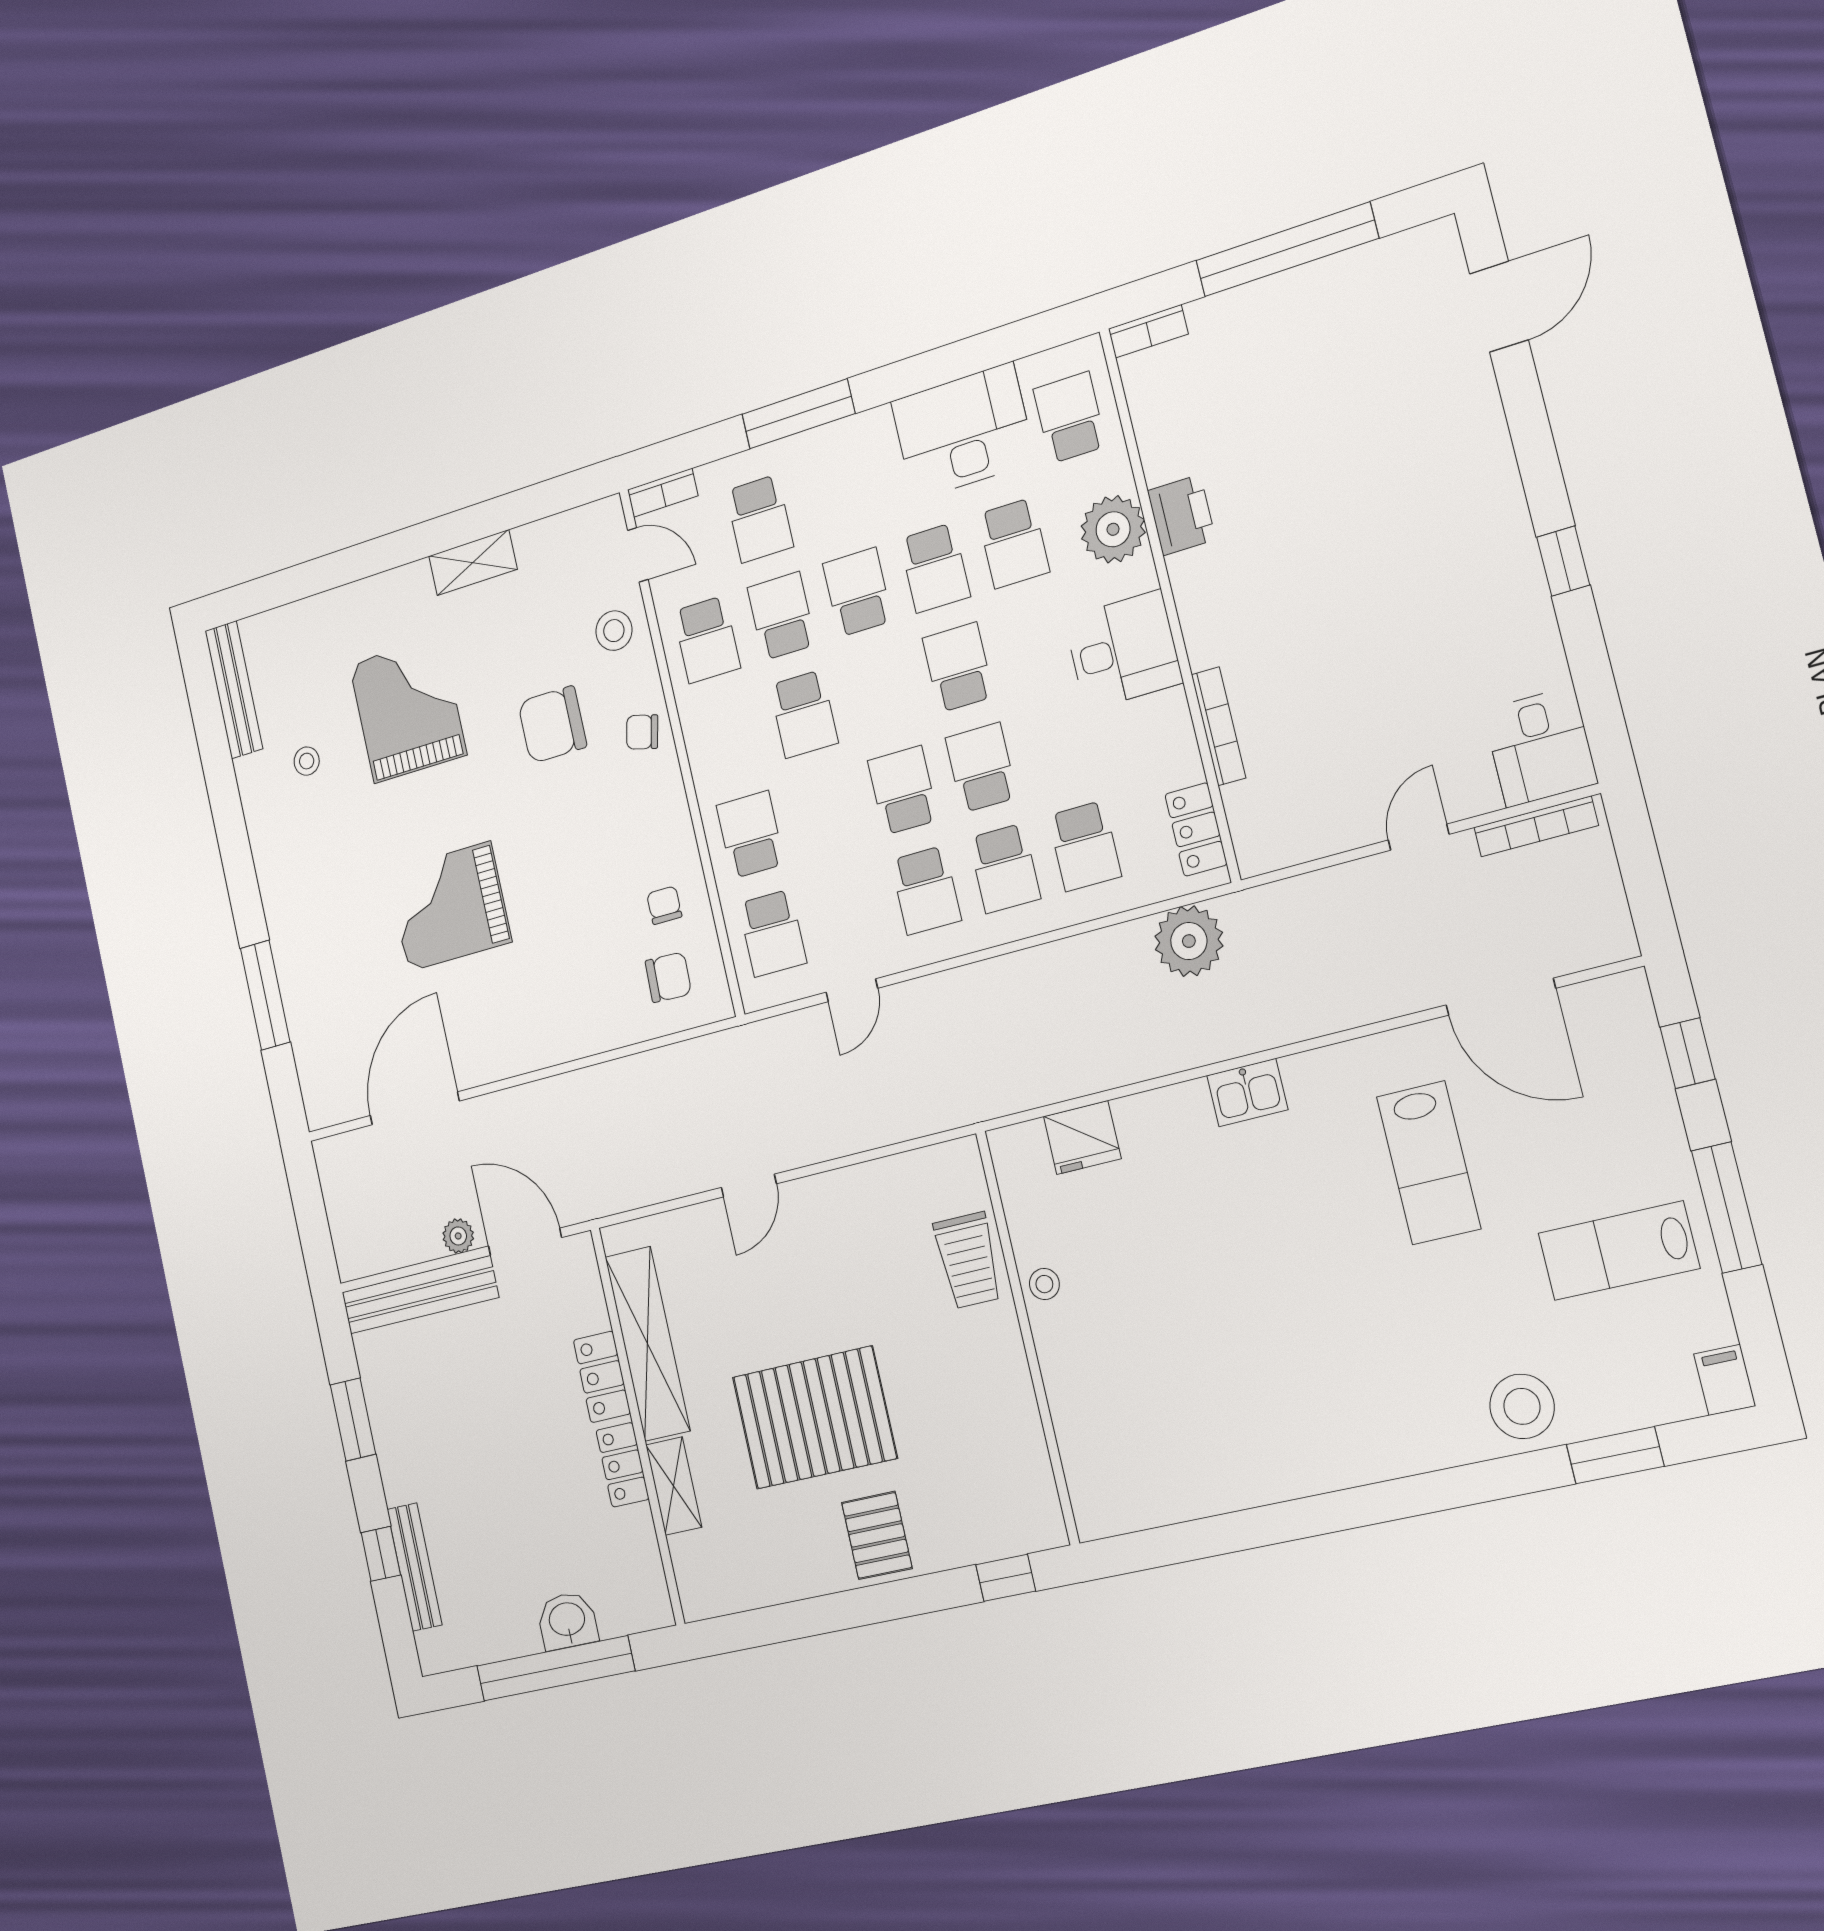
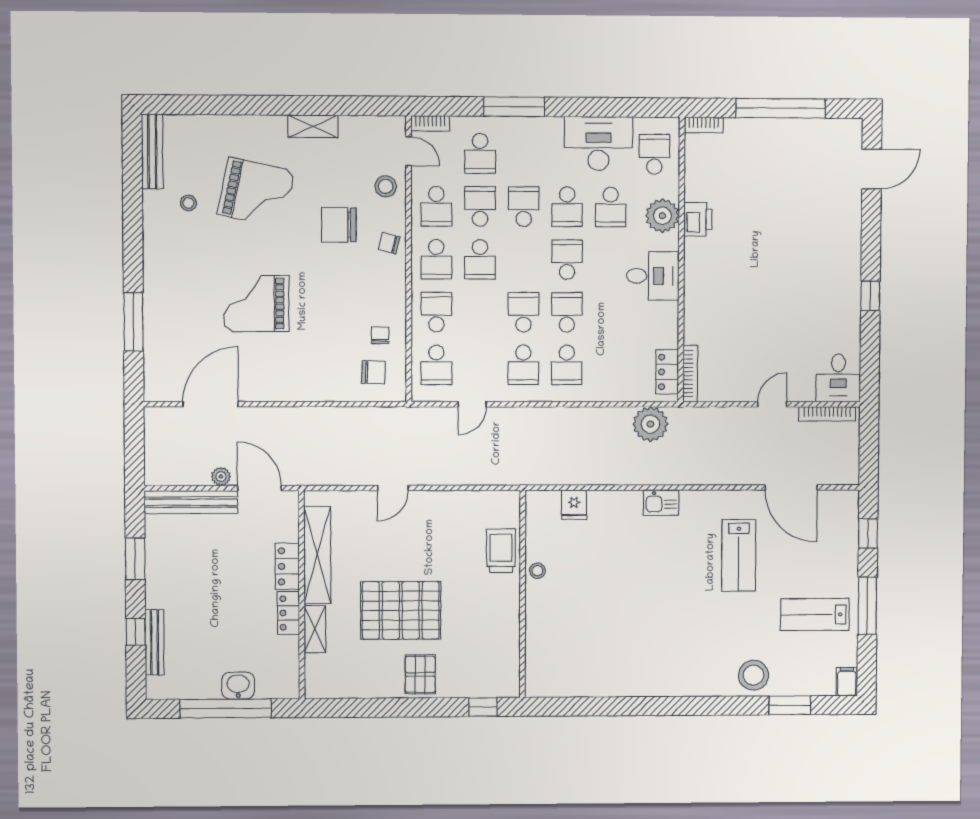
grand piano: (408, 709) -> (256, 193), turned 102
bookcase: (1218, 726) -> (690, 374), moved
school desk: (1085, 846) -> (436, 259), moved
fridge: (1082, 1138) -> (574, 505), width x0.72
trolley: (968, 1260) -> (501, 551), turned 180

